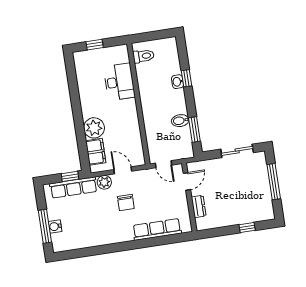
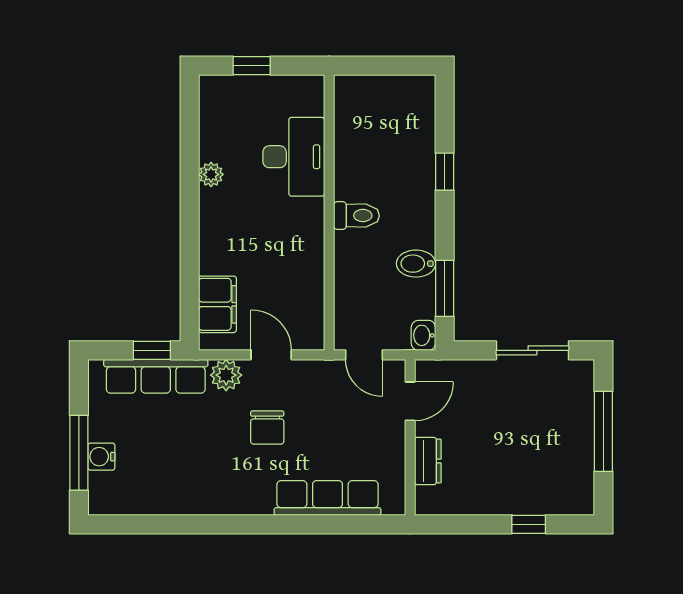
toilet: (144, 56) -> (356, 216), moved
washbasin: (178, 82) -> (423, 335), moved
plant: (94, 128) -> (211, 174), moved, width x0.53, depth x0.53

